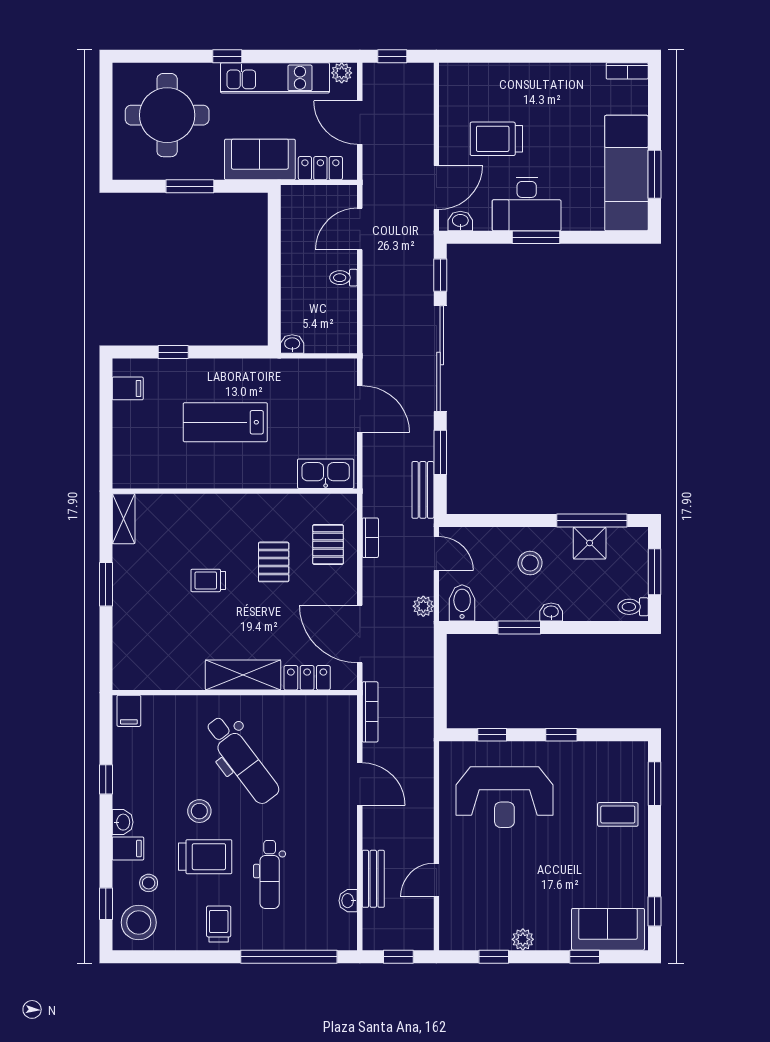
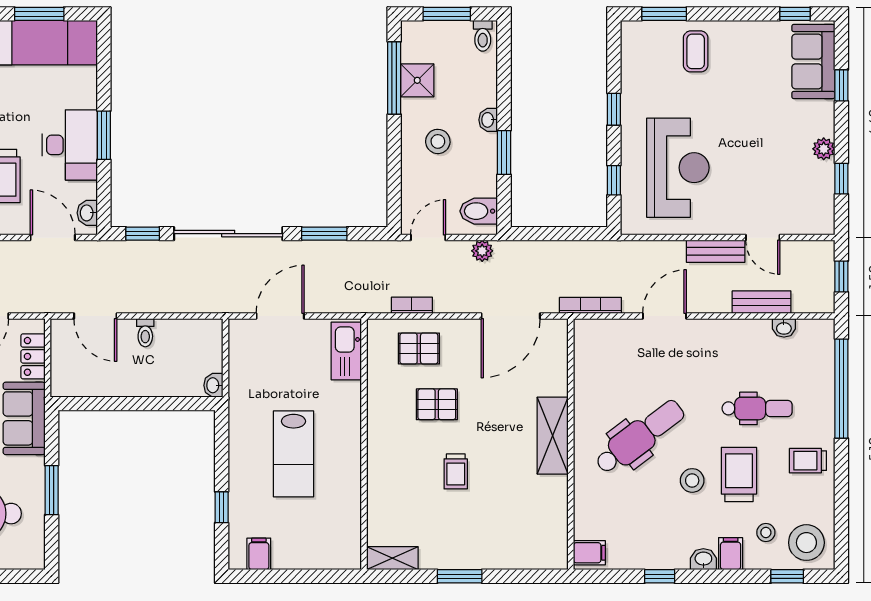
bench: (423, 490) -> (716, 251), moved
locker: (307, 678) -> (555, 370), removed

